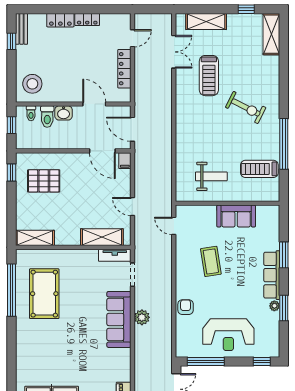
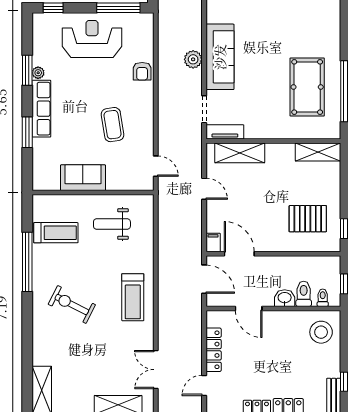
treadmill: (209, 76) -> (133, 297), moved, turned 180

